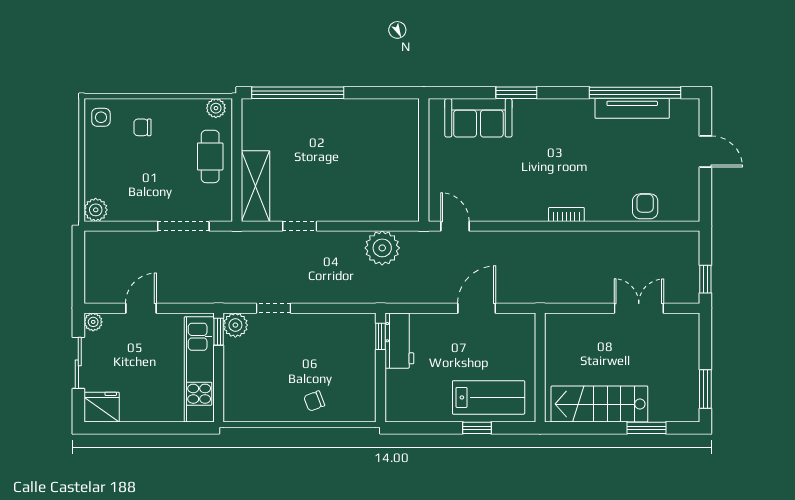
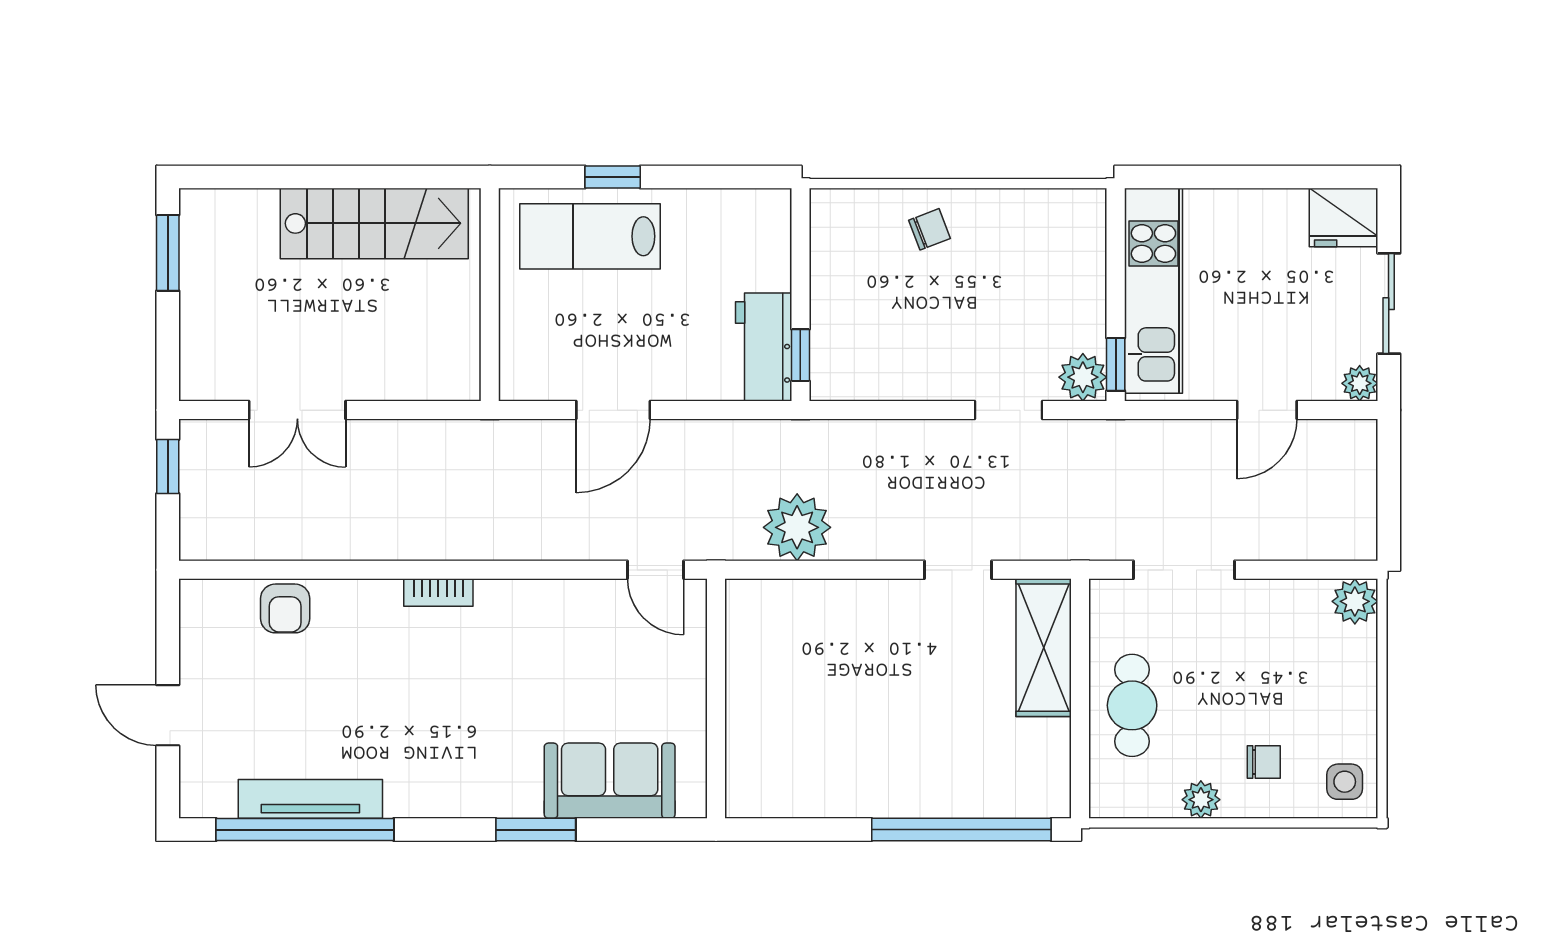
plant: (216, 108) -> (1201, 800), moved
window: (647, 428) -> (282, 177), removed

